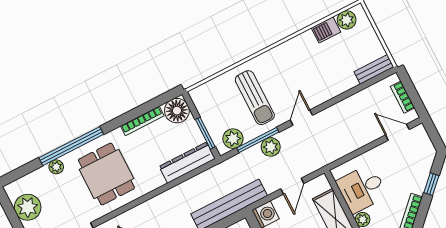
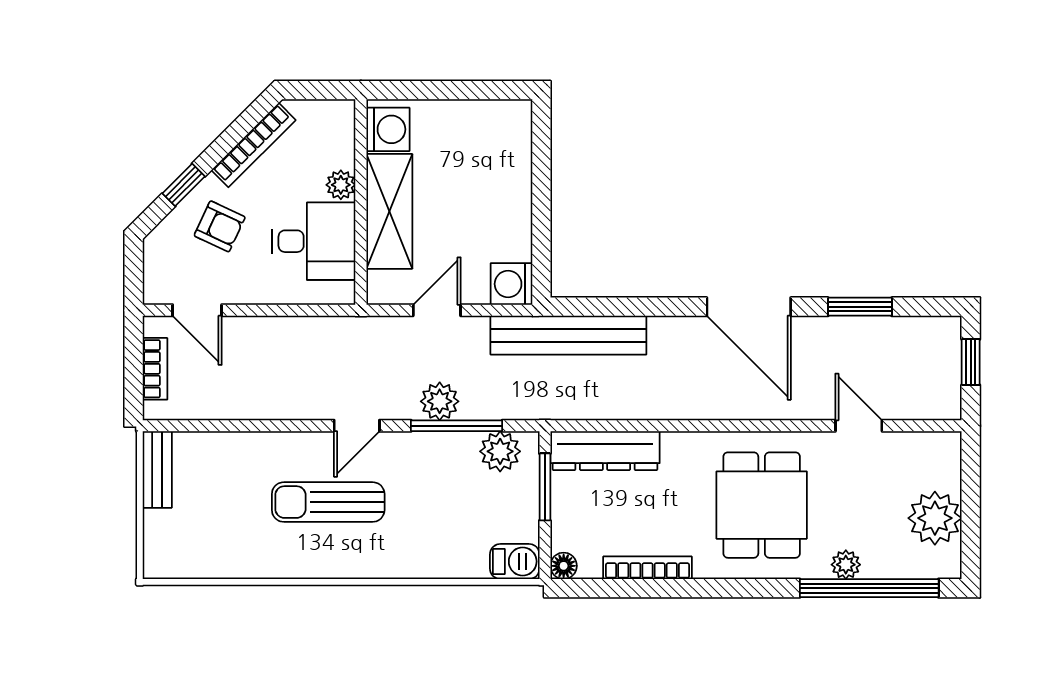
plant: (347, 20) -> (184, 560), removed
barbecue: (326, 30) -> (515, 561), moved
bench: (374, 69) -> (157, 469), moved, turned 90
sun lounger: (255, 98) -> (328, 502), moved, turned -90
floor lamp: (177, 111) -> (564, 566), width x0.53, depth x0.53
window: (71, 146) -> (869, 588), moved
armchair: (406, 174) -> (220, 226), added

